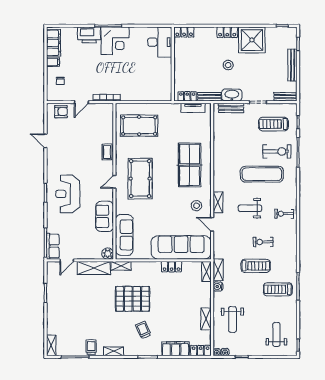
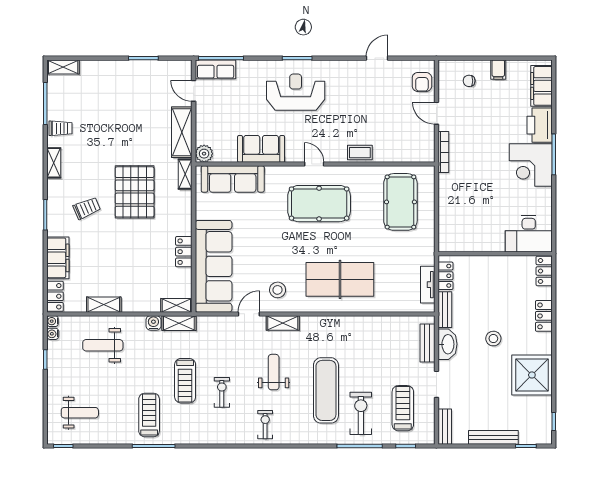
locker: (227, 32) -> (544, 316), moved
filing cabinet: (53, 43) -> (541, 86), moved, turned 90
exercise bike: (277, 151) -> (361, 413), turned 180

